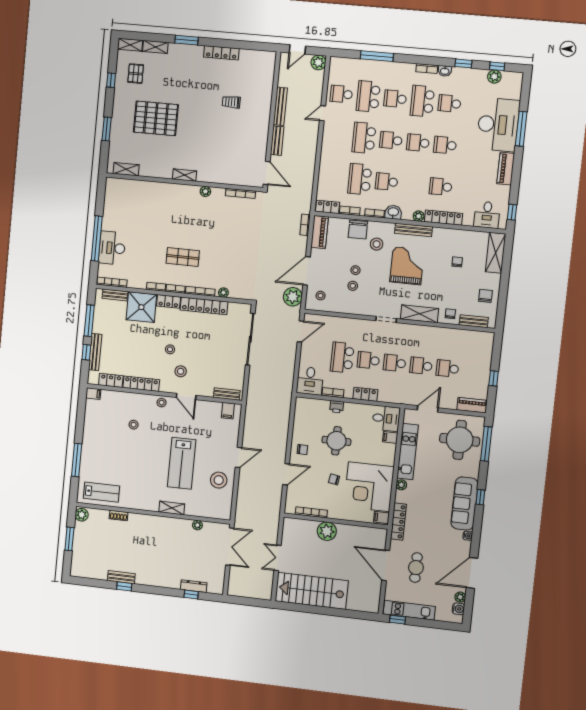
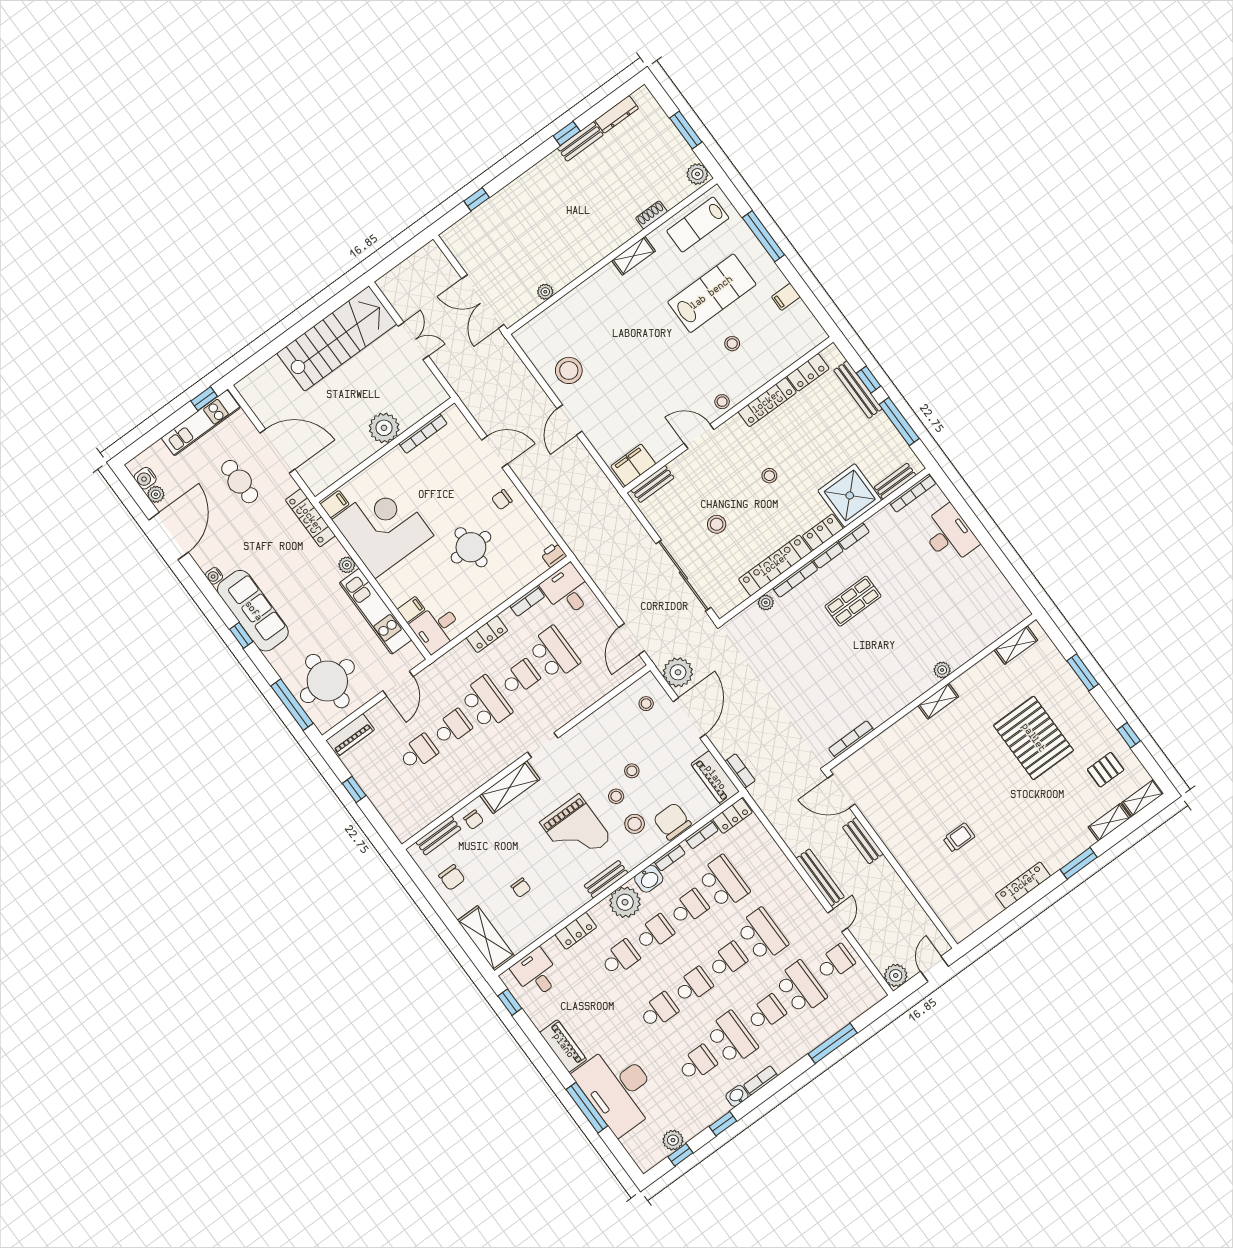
pallet: (136, 74) -> (1106, 770), turned 90
bench: (280, 106) -> (820, 878), moved
pallet: (156, 118) -> (1033, 738), turned 90
school desk: (414, 184) -> (655, 933), added
plant: (205, 191) -> (942, 670), moved
plant: (419, 216) -> (625, 902), width x1.87, depth x1.87
locker: (443, 218) -> (576, 931), width x0.66
bench: (413, 230) -> (606, 879), width x0.73
window: (97, 239) -> (978, 529), removed
stool: (353, 286) -> (616, 796), moved
school desk: (395, 363) -> (486, 703), width x1.85
stool: (181, 371) -> (717, 524), moved
filing cabinet: (93, 394) -> (786, 297), moved
printer: (337, 407) -> (553, 555), moved
filing cabinet: (228, 411) -> (633, 465), width x2.00
lab bench: (182, 463) -> (712, 293), moved, turned 90
door: (286, 474) -> (494, 452), swing flipped
chair: (334, 479) -> (432, 498), removed
shelving: (172, 508) -> (634, 256), moved
dresser: (194, 586) -> (617, 114), moved

